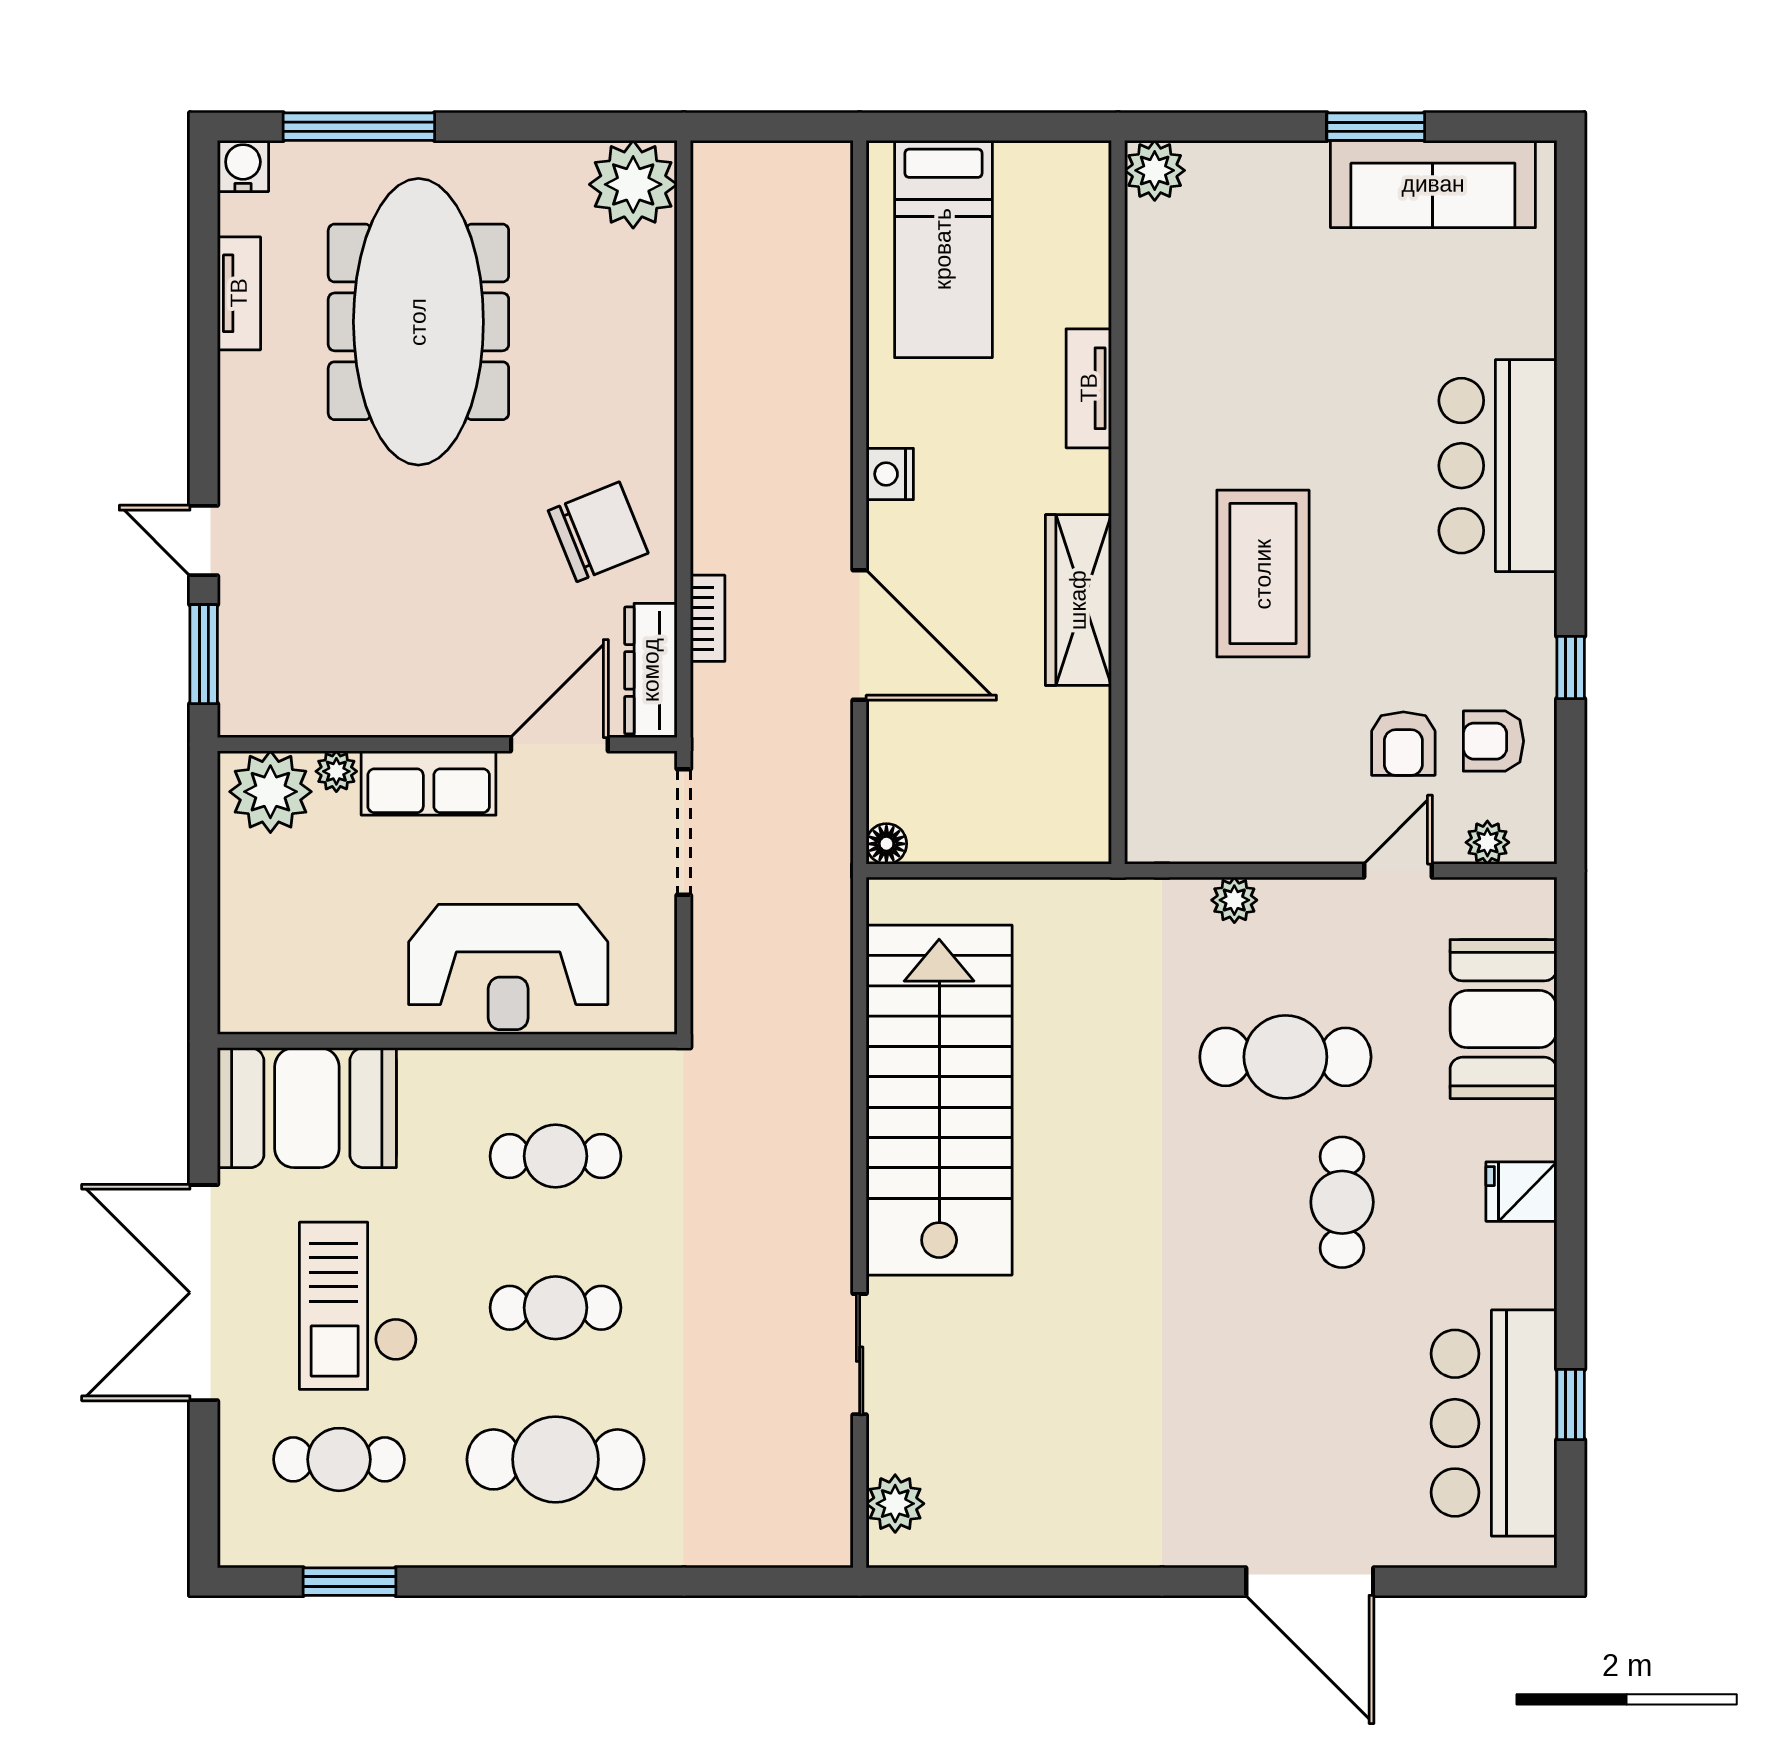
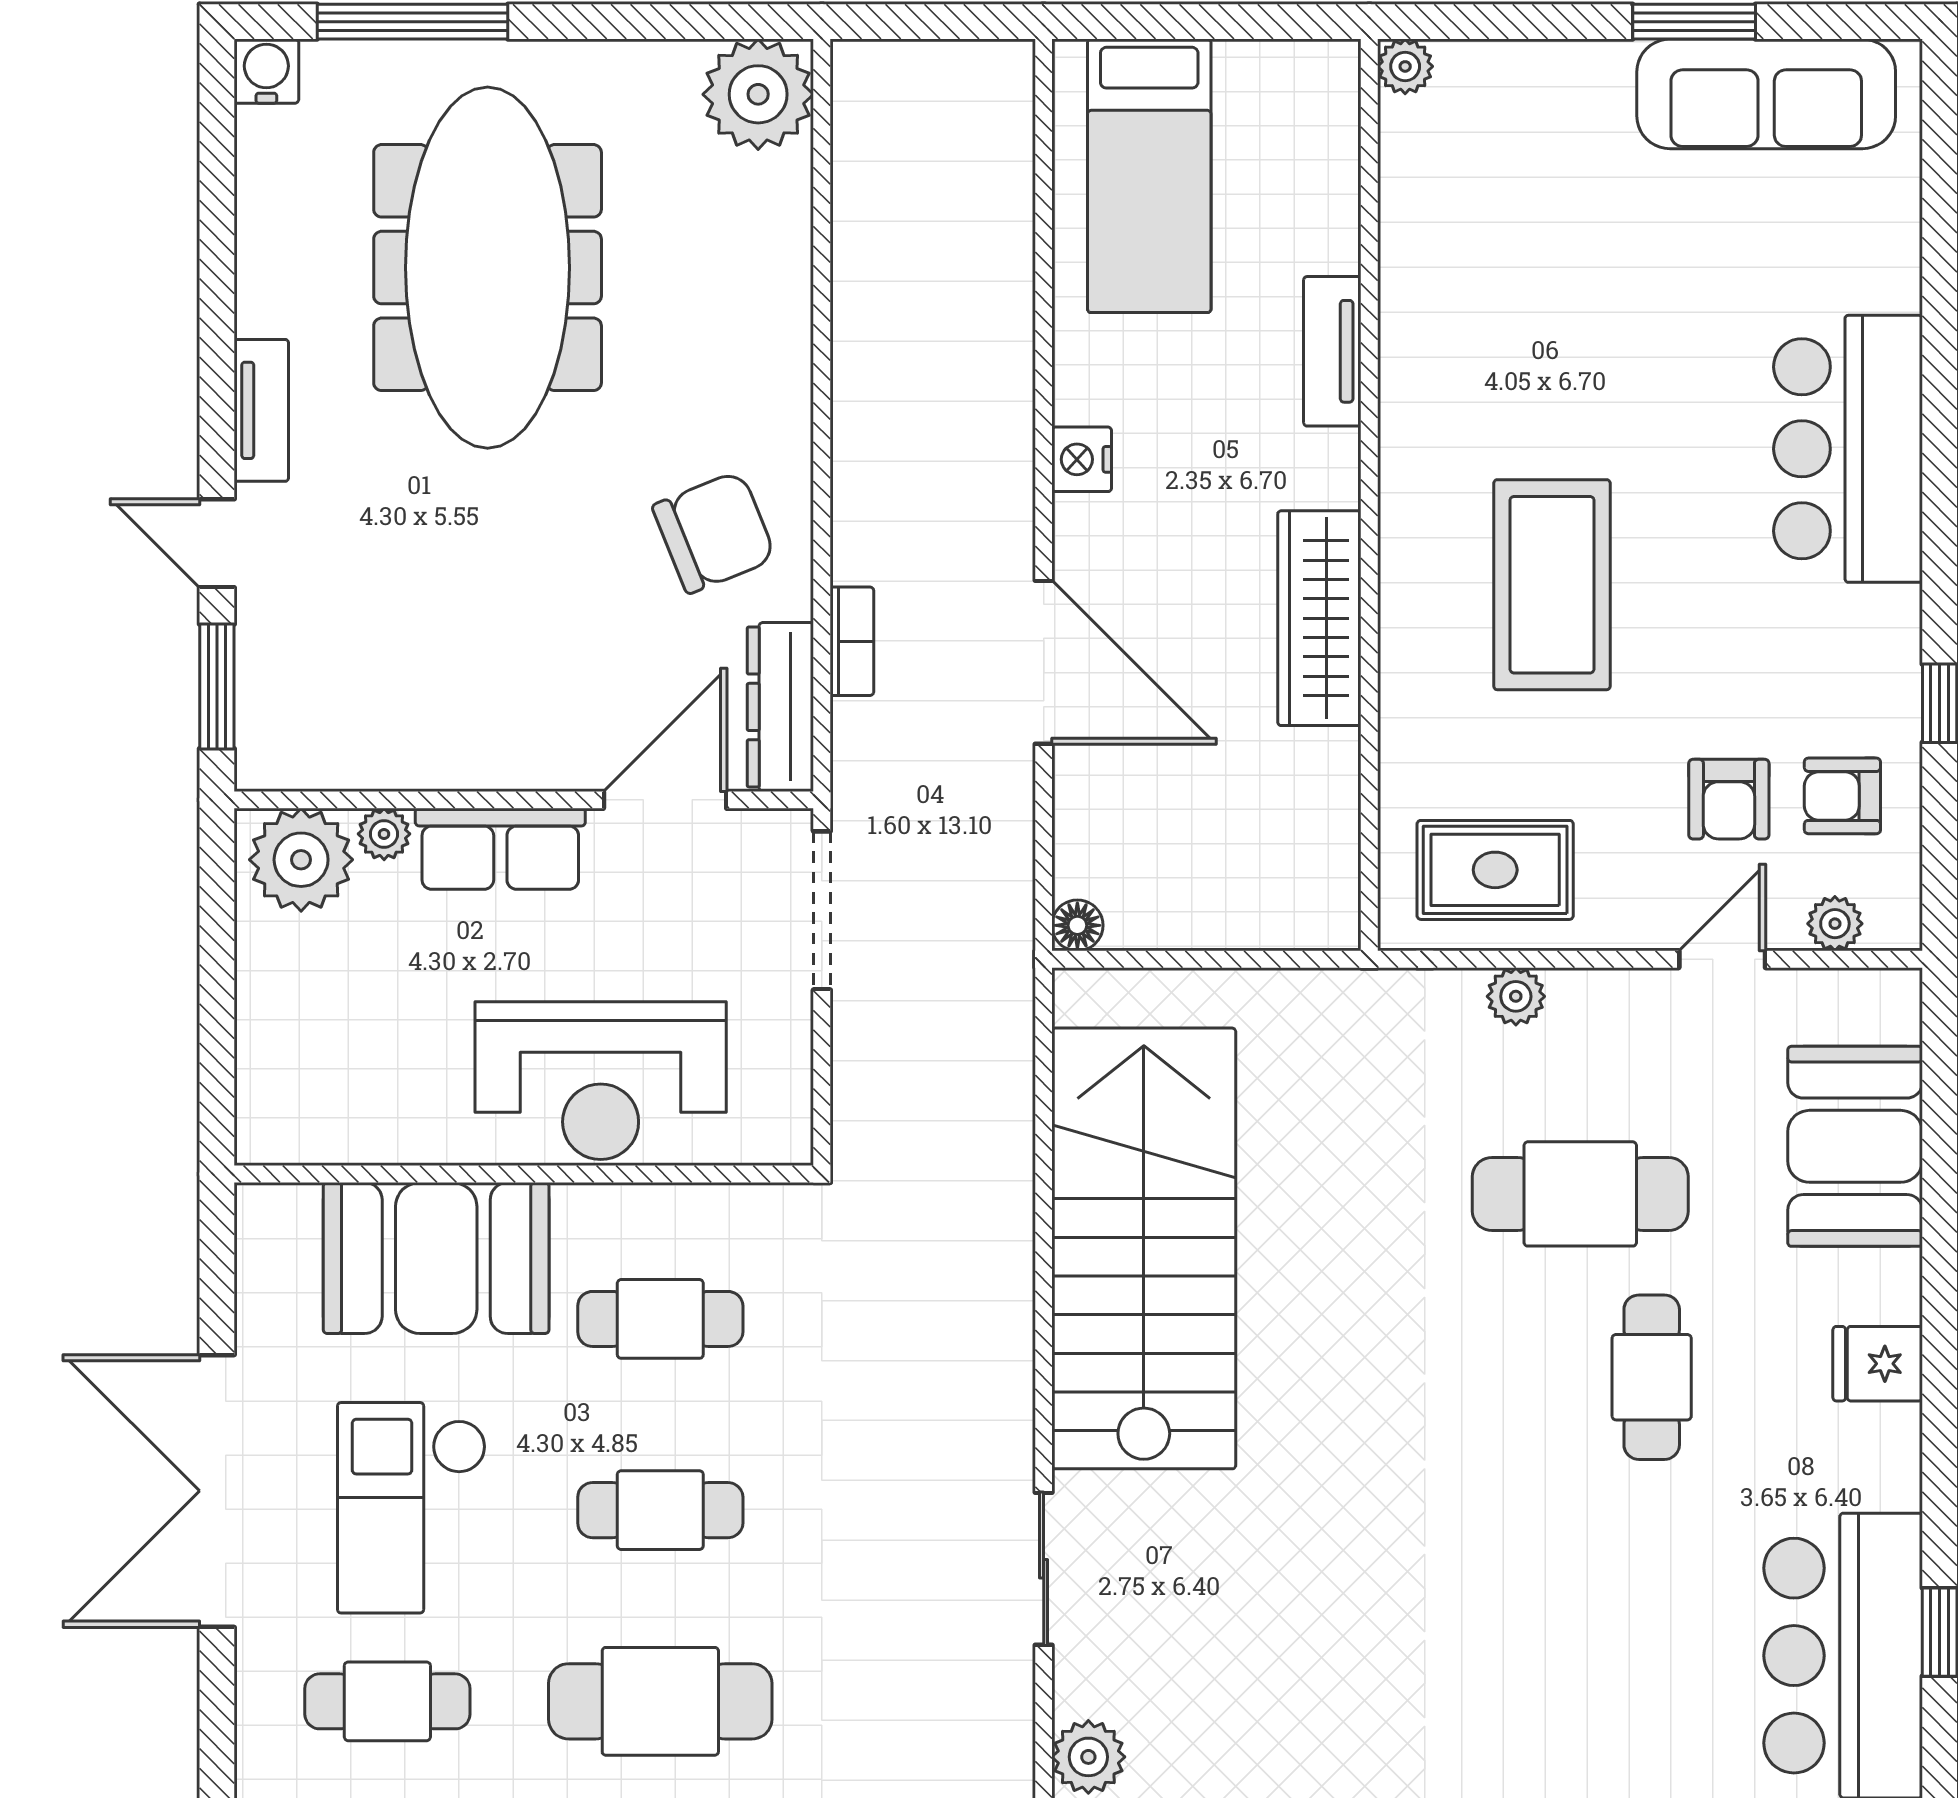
plant: (1155, 170) -> (1405, 66), width x0.73, depth x0.73
tv unit: (239, 293) -> (261, 410), moved
rug: (1218, 800) -> (1495, 870), added
booth: (307, 1108) -> (436, 1258), moved

